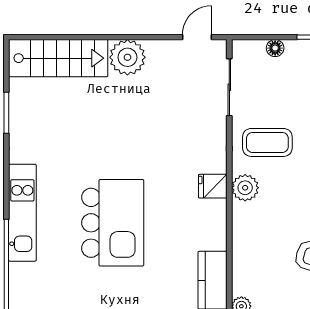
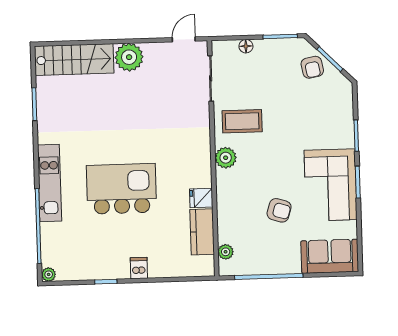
fridge: (213, 186) -> (201, 198), moved
kitchen island: (113, 223) -> (121, 189), turned -90

